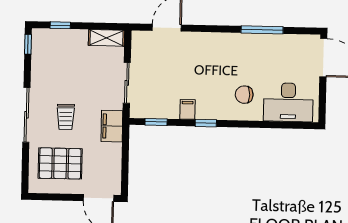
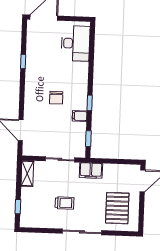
window: (262, 30) -> (23, 61), width x0.46
window: (28, 44) -> (31, 230), removed
chair: (244, 95) -> (56, 98), moved
trolley: (66, 117) -> (65, 203), moved

